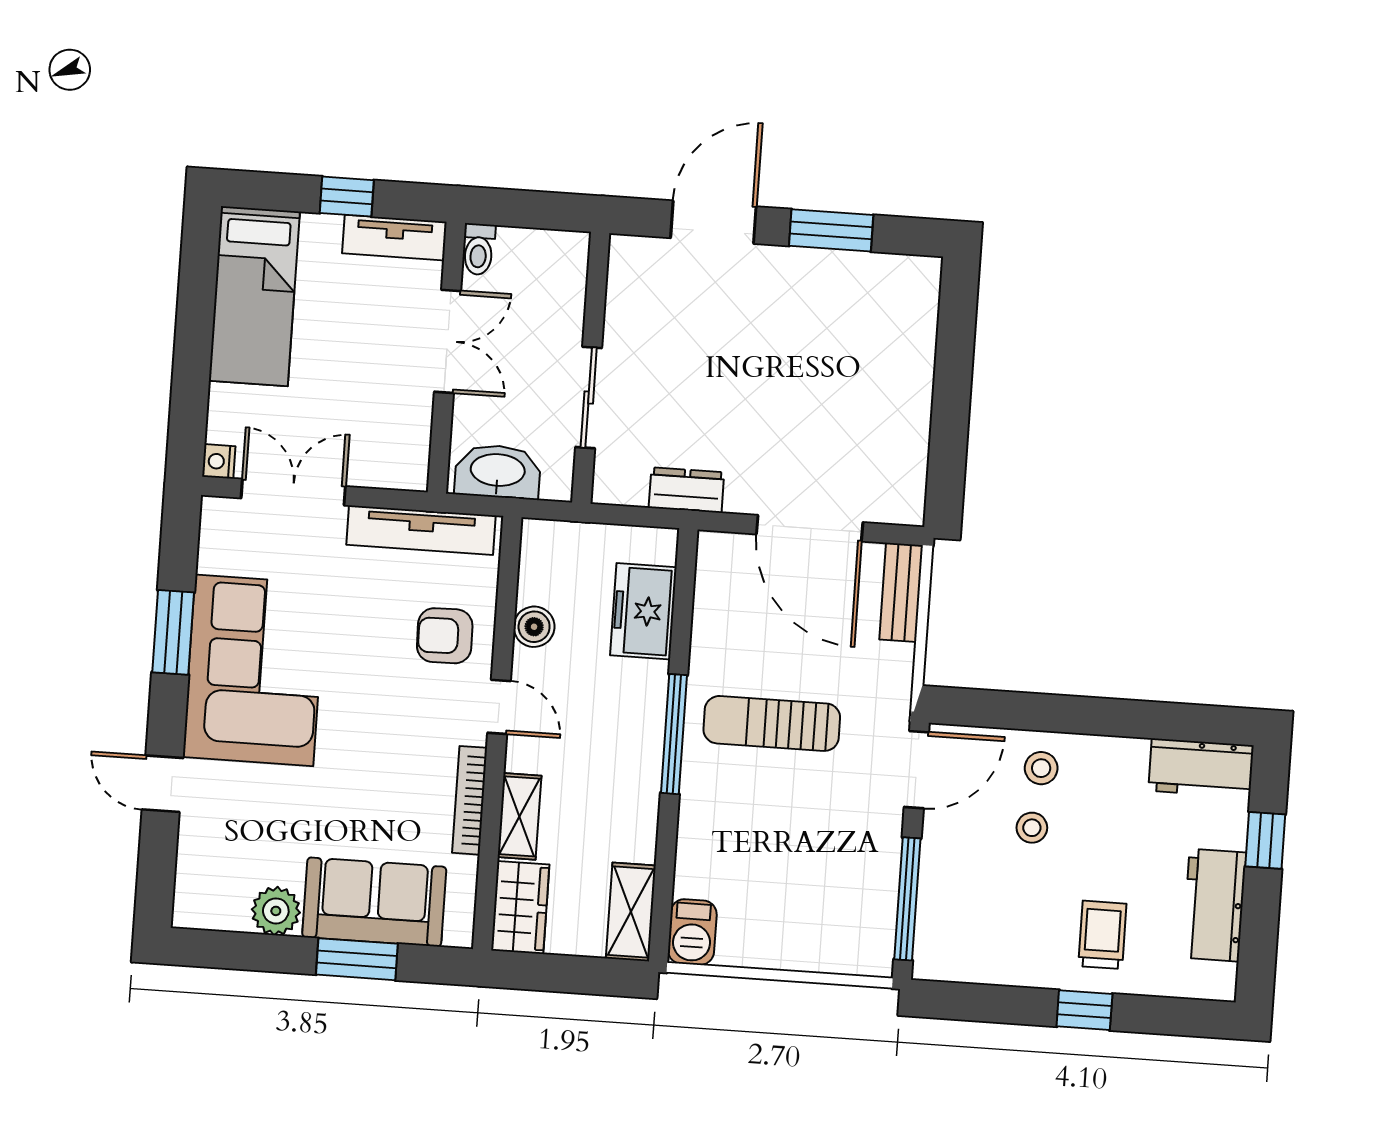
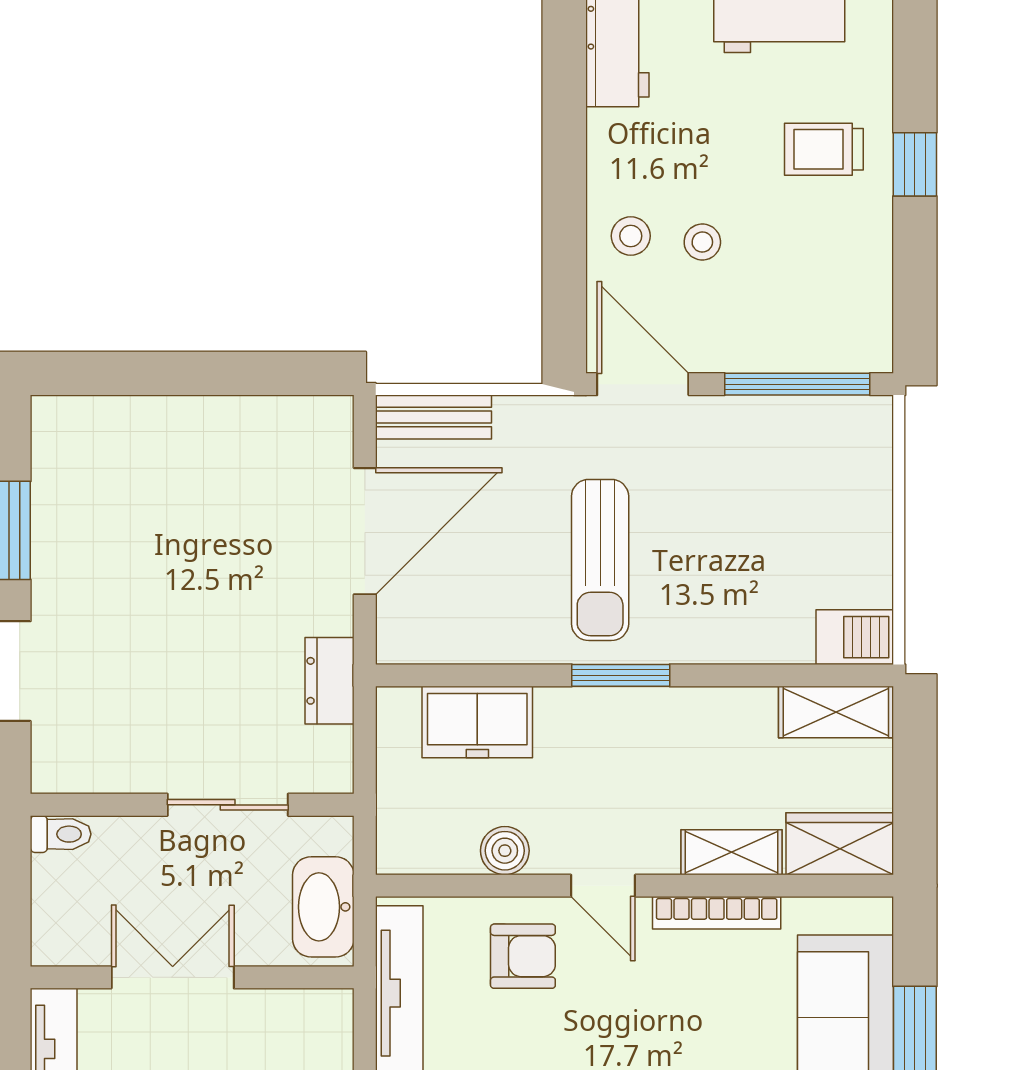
toilet: (479, 249) -> (61, 834), moved
armchair: (445, 636) -> (523, 956), turned -89
door: (499, 707) -> (603, 886), swing flipped
window: (674, 734) -> (621, 675), width x0.69

